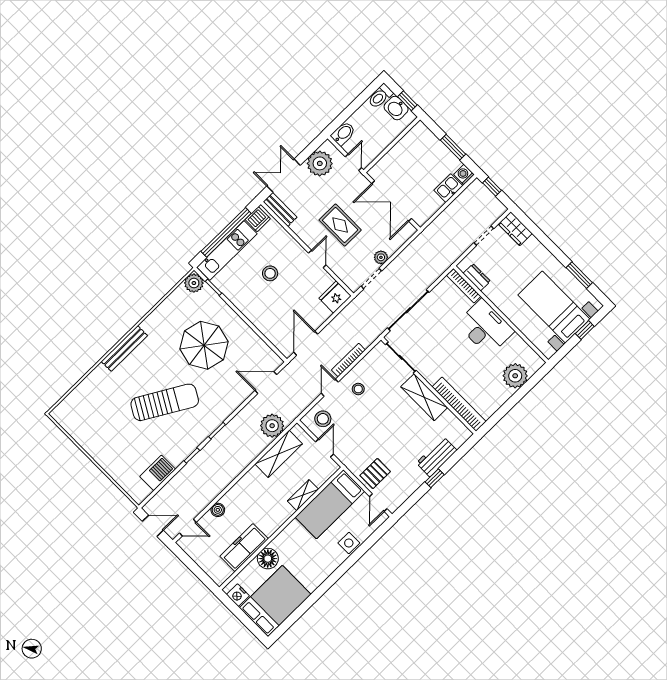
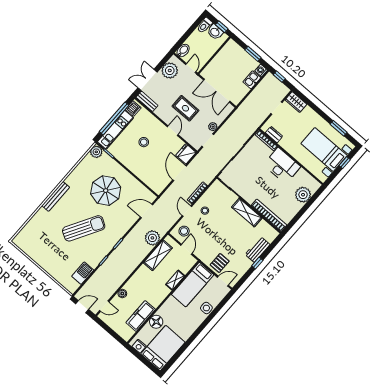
door: (306, 343) -> (180, 173), moved
door: (378, 503) -> (223, 281), swing flipped

